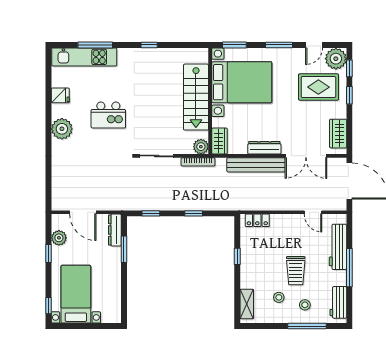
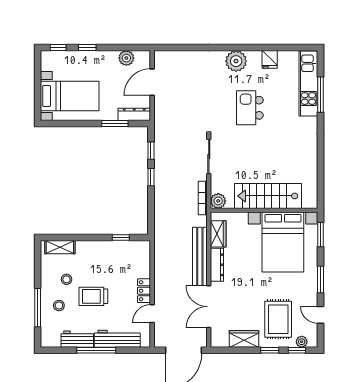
window: (149, 45) -> (320, 149), removed
plant: (336, 59) -> (302, 342), width x0.53, depth x0.53
wardrobe: (338, 134) -> (244, 339), moved
wardrobe: (220, 141) -> (218, 234), moved, turned -90
window: (194, 213) -> (151, 177), moved
locker: (257, 220) -> (144, 291), moved
window: (48, 254) -> (87, 48), moved
window: (237, 256) -> (121, 237), moved
bed with nightstands: (76, 294) -> (70, 96), moved
workbench: (338, 302) -> (77, 339), moved

